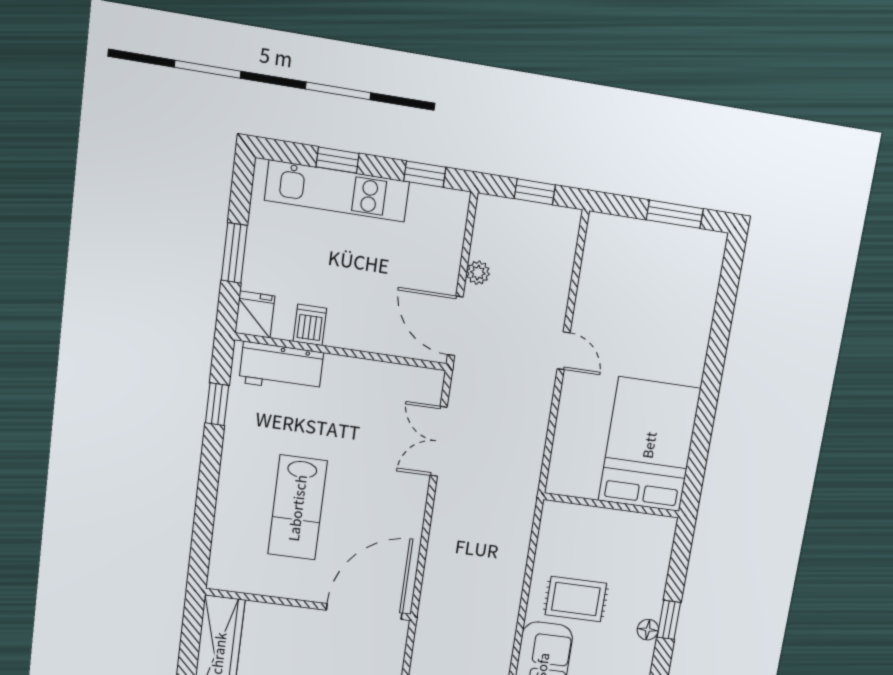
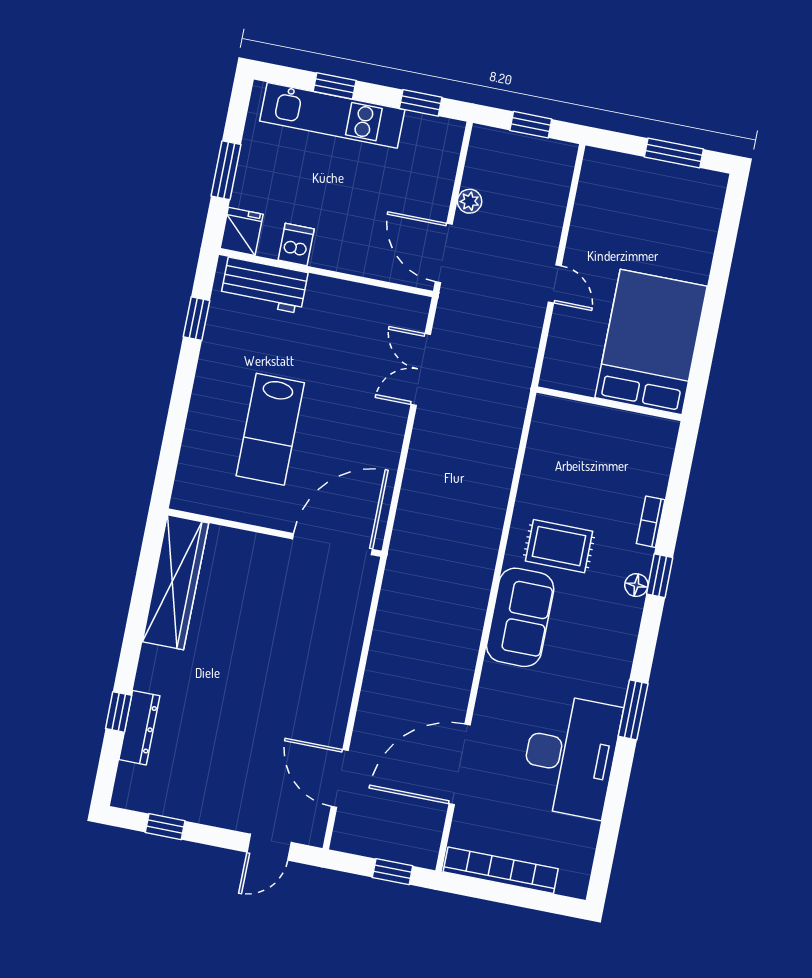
bed: (649, 445) -> (651, 342), moved
wall: (612, 505) -> (609, 404), moved
bookcase: (660, 571) -> (651, 522), added

